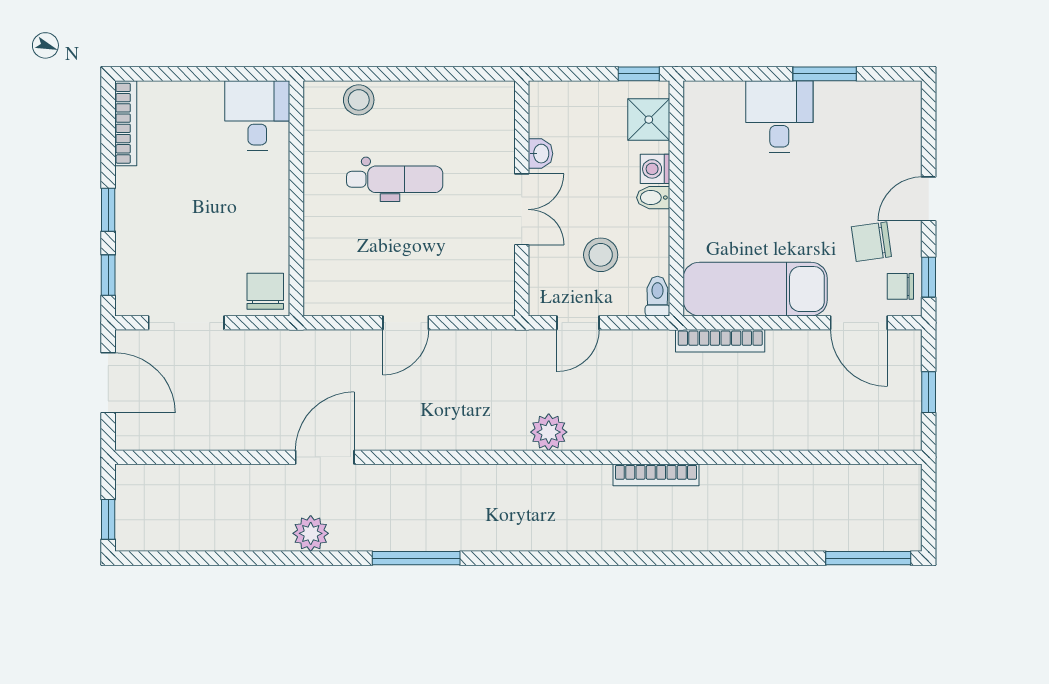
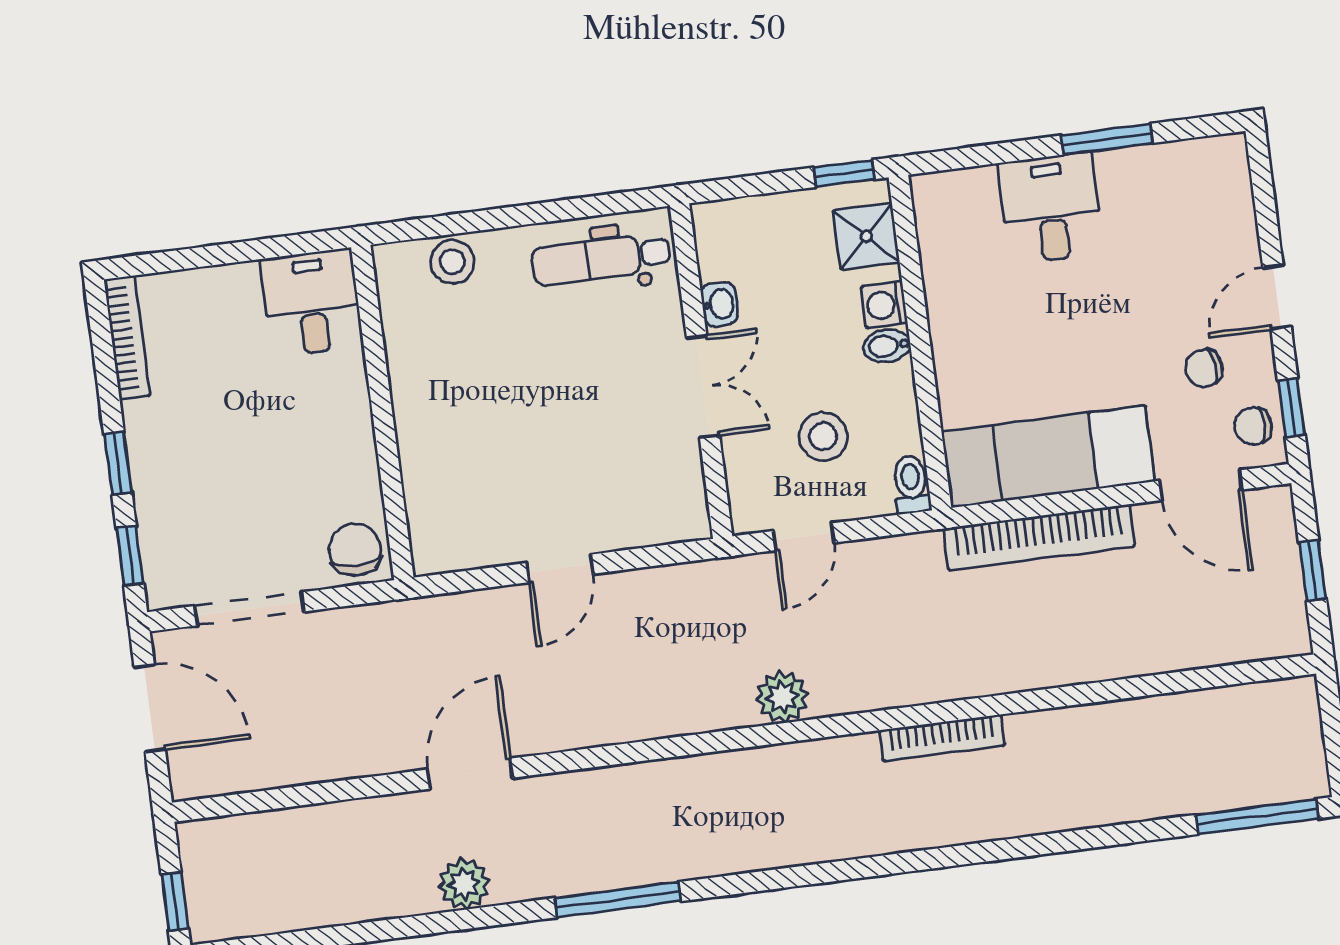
dental chair: (395, 179) -> (601, 259), moved, turned 180
chair: (871, 242) -> (1204, 368), width x0.73, depth x0.73
bookcase: (720, 341) -> (1039, 537), width x1.48, depth x1.31

